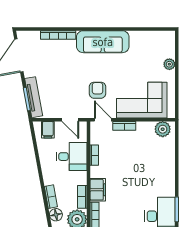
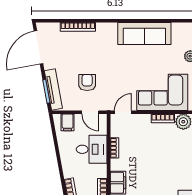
sofa: (103, 42) -> (144, 34), moved
armchair: (97, 90) -> (87, 82), moved
door: (103, 120) -> (123, 112), hinge flipped
bookcase: (124, 126) -> (163, 118), moved

